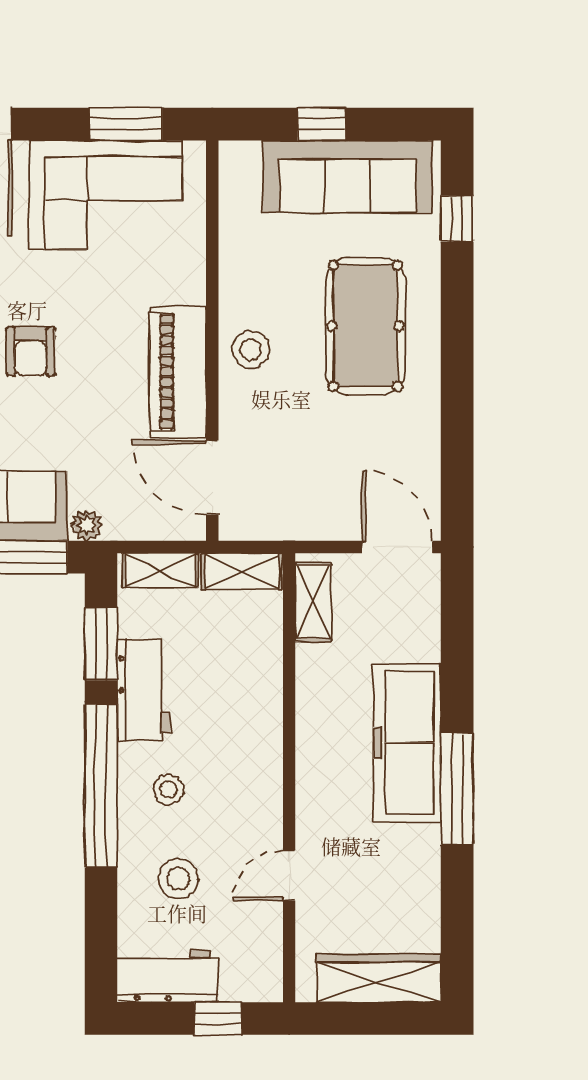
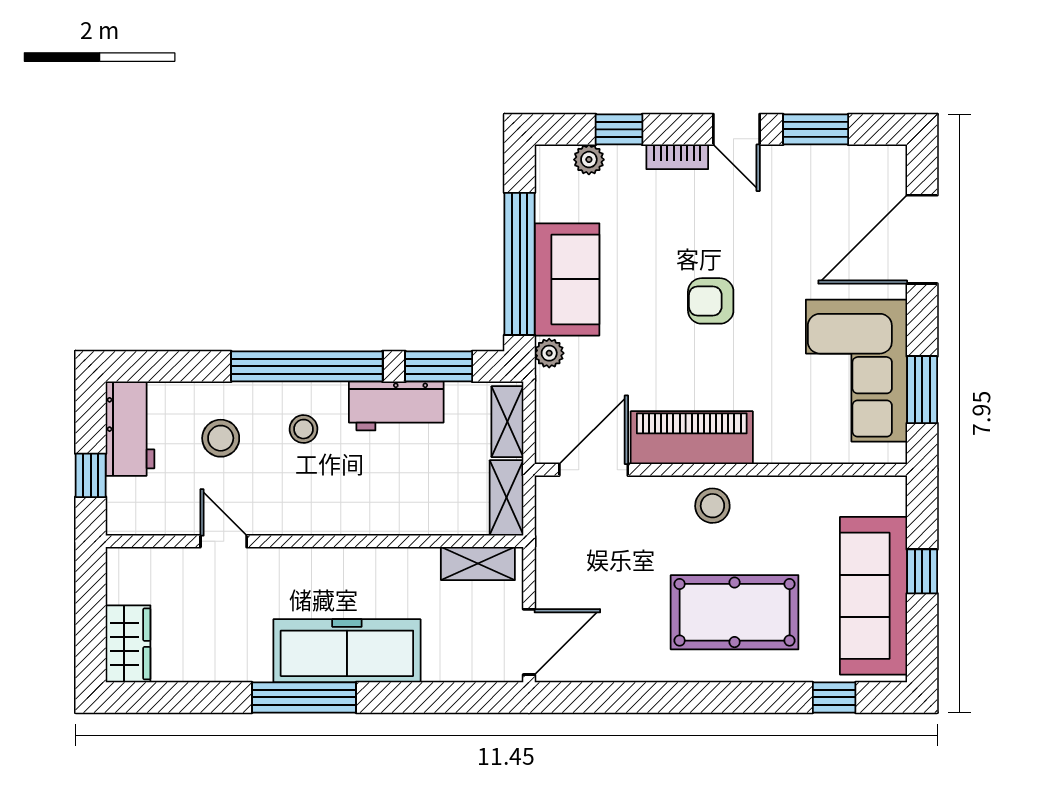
wardrobe: (379, 978) -> (128, 644), width x0.67

